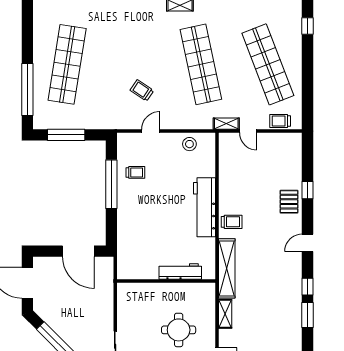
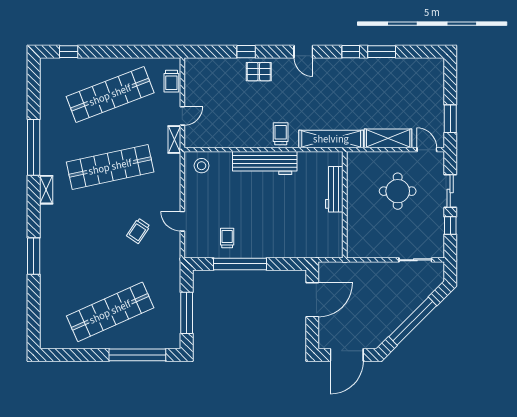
shop shelf: (67, 64) -> (110, 312), turned -33
stool: (189, 144) -> (202, 166), moved
shelving: (225, 314) -> (388, 138), width x1.50, depth x1.33

